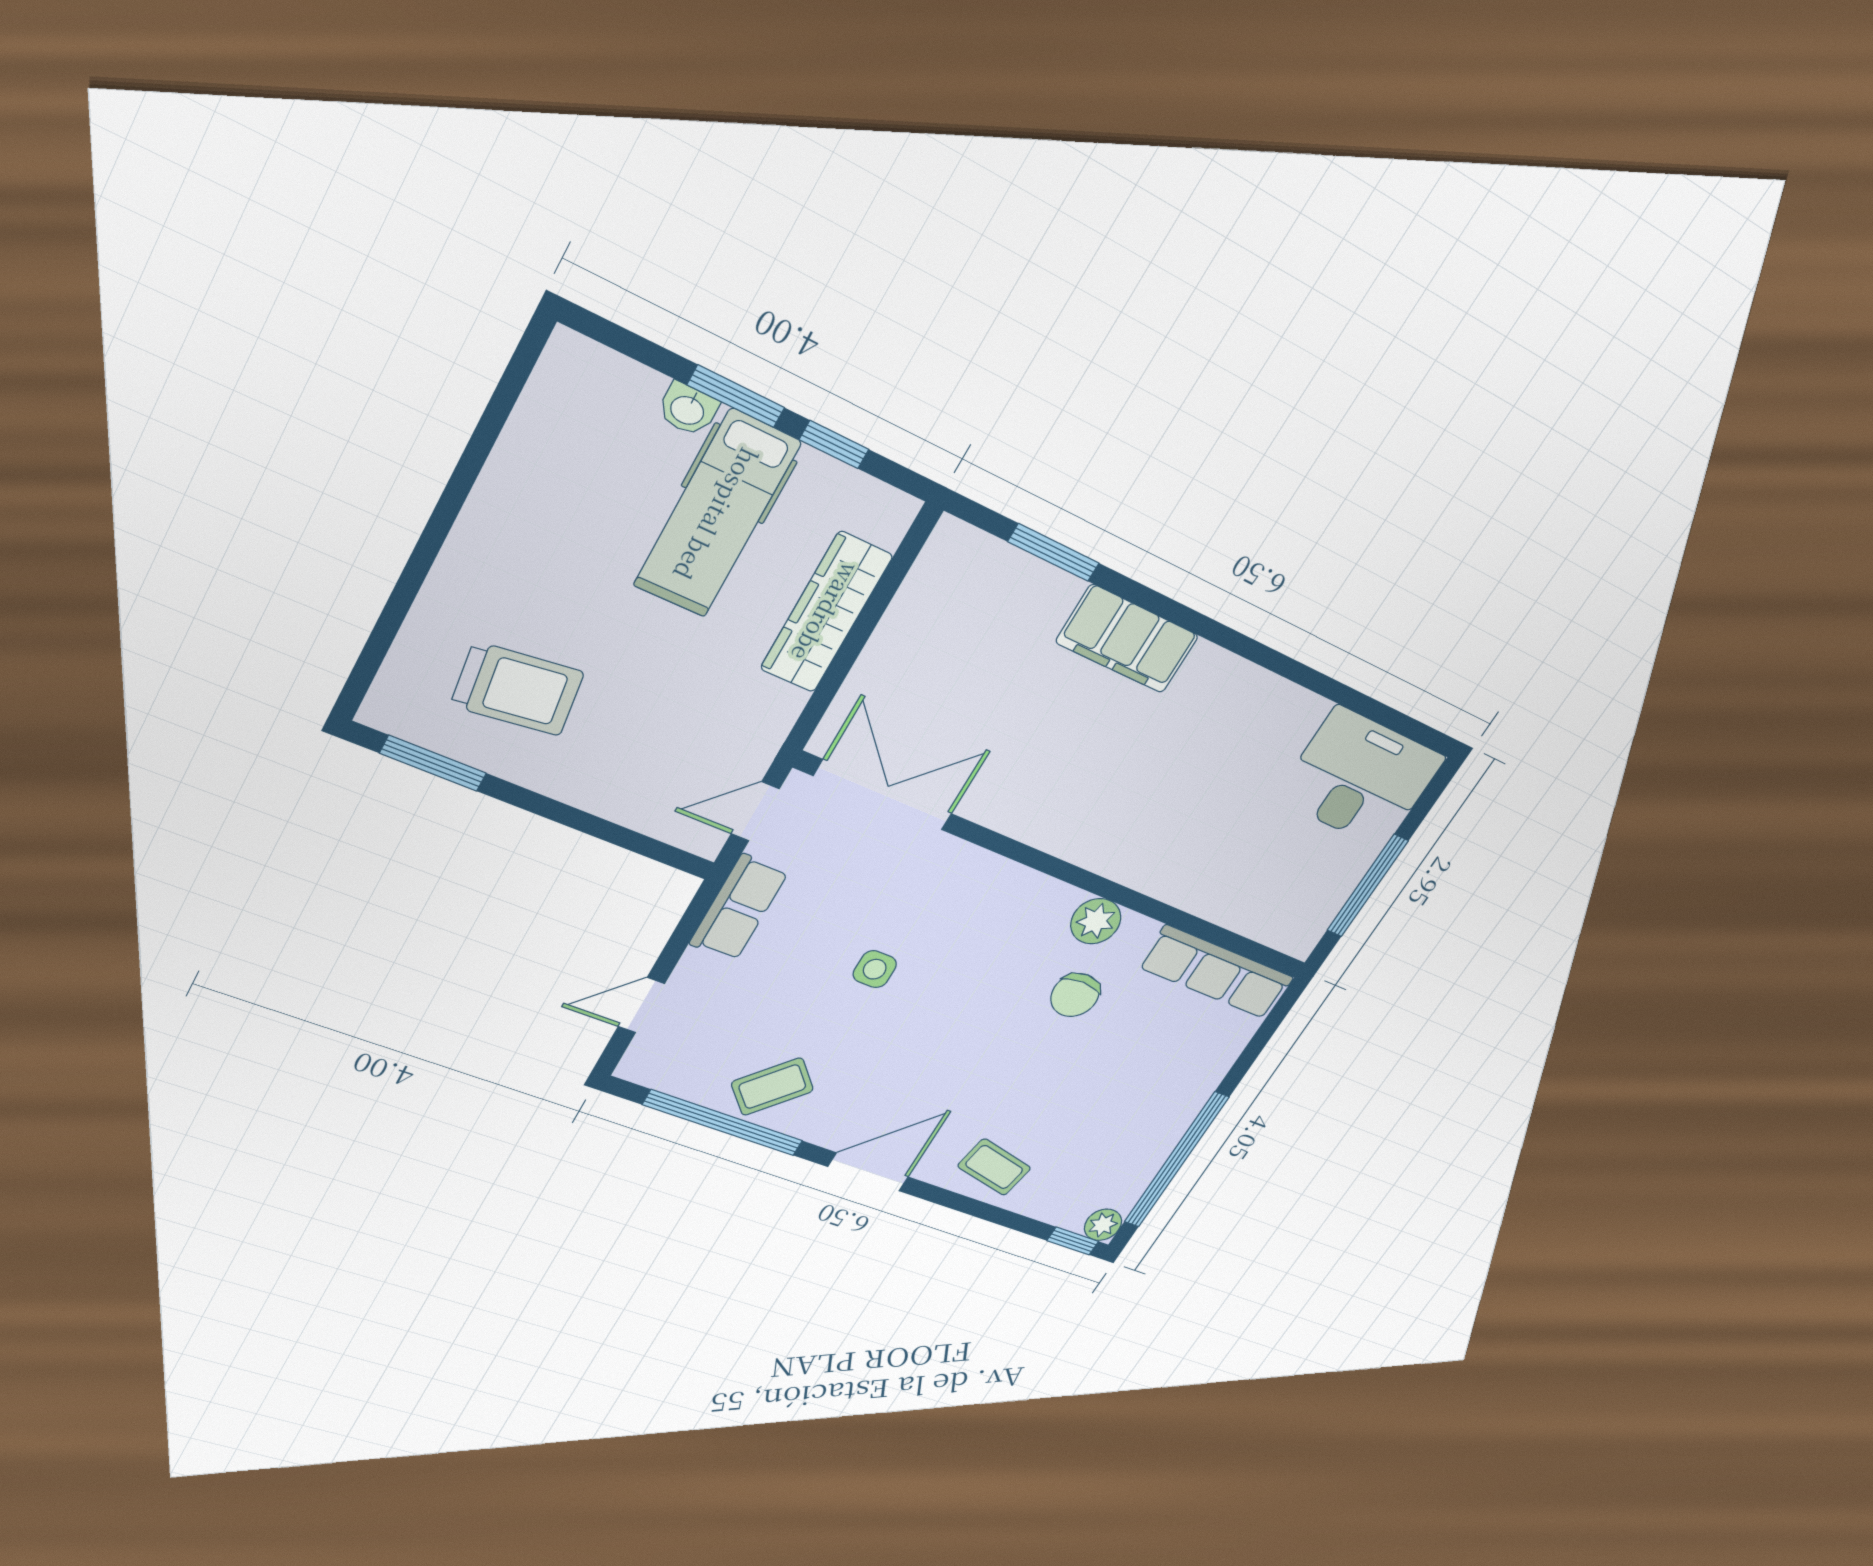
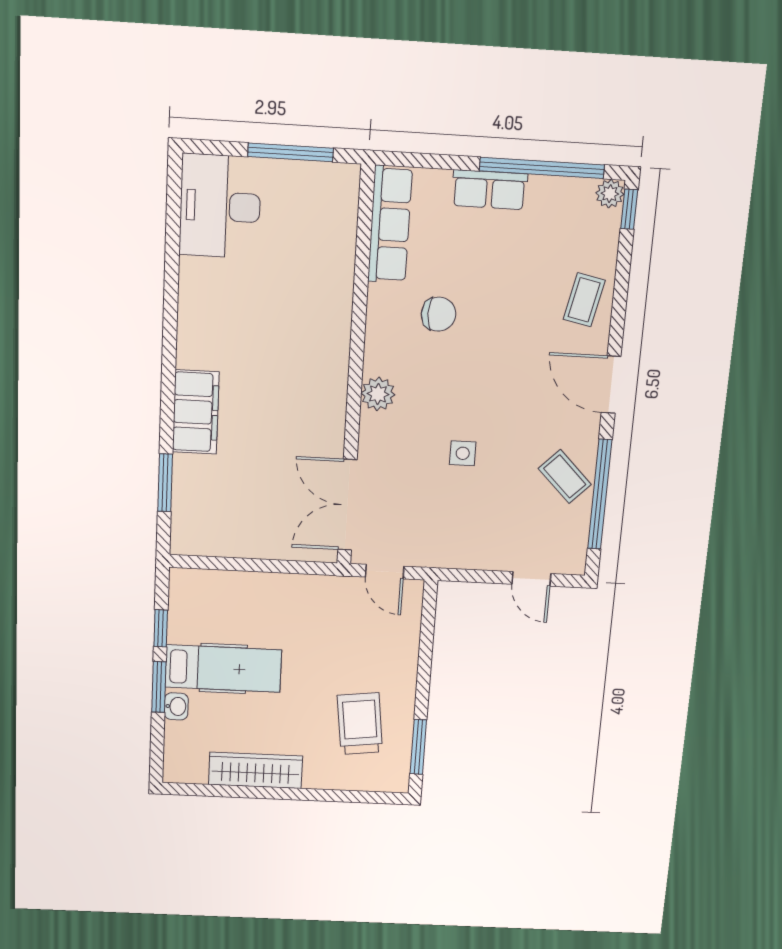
wardrobe: (826, 612) -> (256, 770), moved, turned 180
row of seats: (739, 908) -> (489, 190), moved, turned 180
plant: (1096, 921) -> (378, 394), moved

